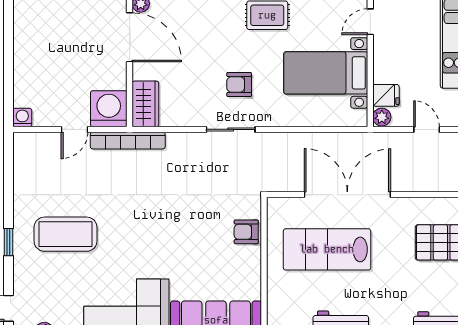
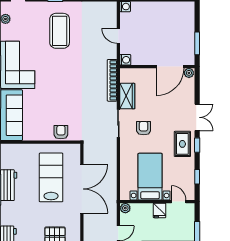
fridge: (386, 95) -> (160, 210), moved
wardrobe: (145, 104) -> (127, 96), moved, turned -90
washing machine: (109, 109) -> (125, 60), width x0.53, depth x0.53
bookcase: (128, 141) -> (112, 80), moved

